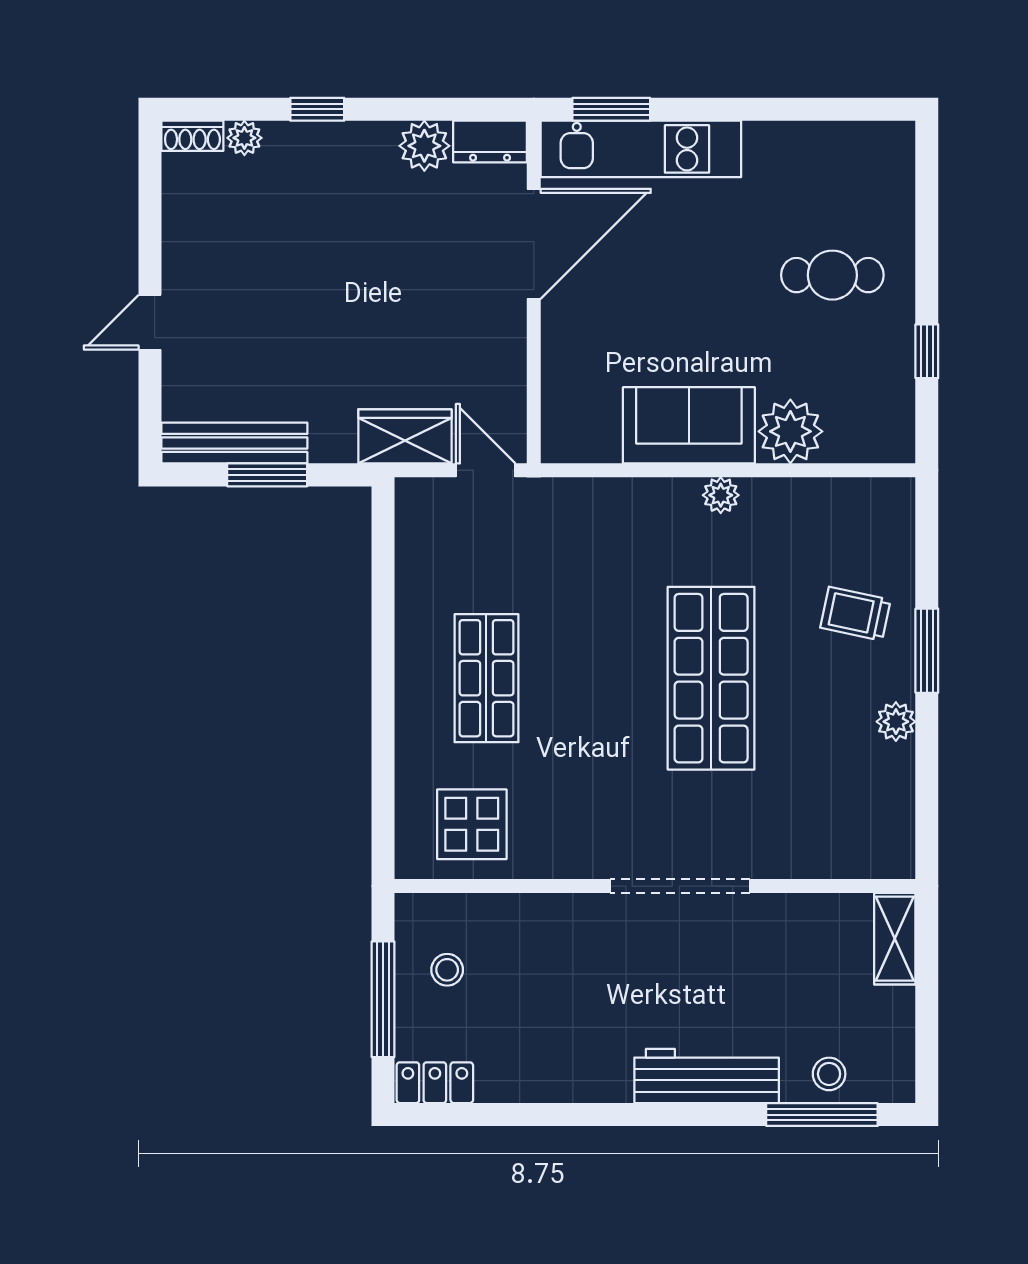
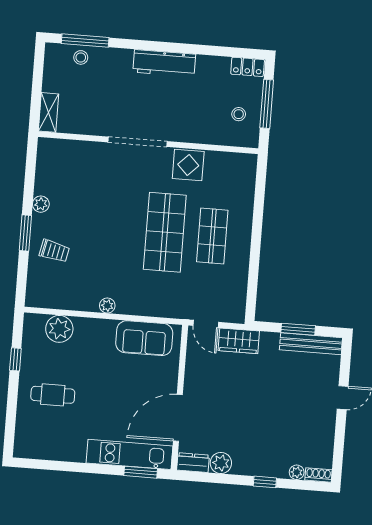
sofa: (689, 425) -> (144, 338), moved
plant: (790, 431) -> (59, 329), moved
shop shelf: (711, 678) -> (165, 232), moved
display table: (472, 824) -> (188, 165), moved
workbench: (707, 1076) -> (164, 63), moved

